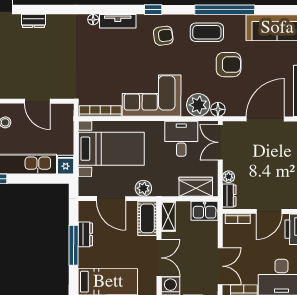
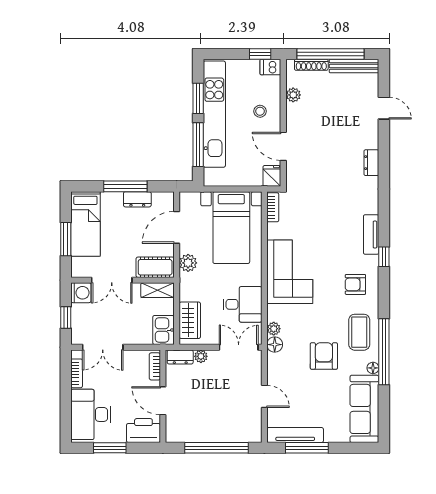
window: (153, 10) -> (384, 257), moved
floor lamp: (93, 20) -> (373, 368), moved
dresser: (34, 21) -> (371, 163), moved
armchair: (163, 36) -> (355, 284), turned 98
armchair: (229, 65) -> (324, 356), turned 180
door: (37, 101) -> (283, 146), hinge flipped
plant: (198, 105) -> (274, 329), width x0.53, depth x0.53
bookcase: (100, 111) -> (273, 207), width x0.64
door: (265, 119) -> (264, 396), width x0.53
fridge: (66, 165) -> (272, 176), moved, turned -90
window: (35, 179) -> (198, 145), added

